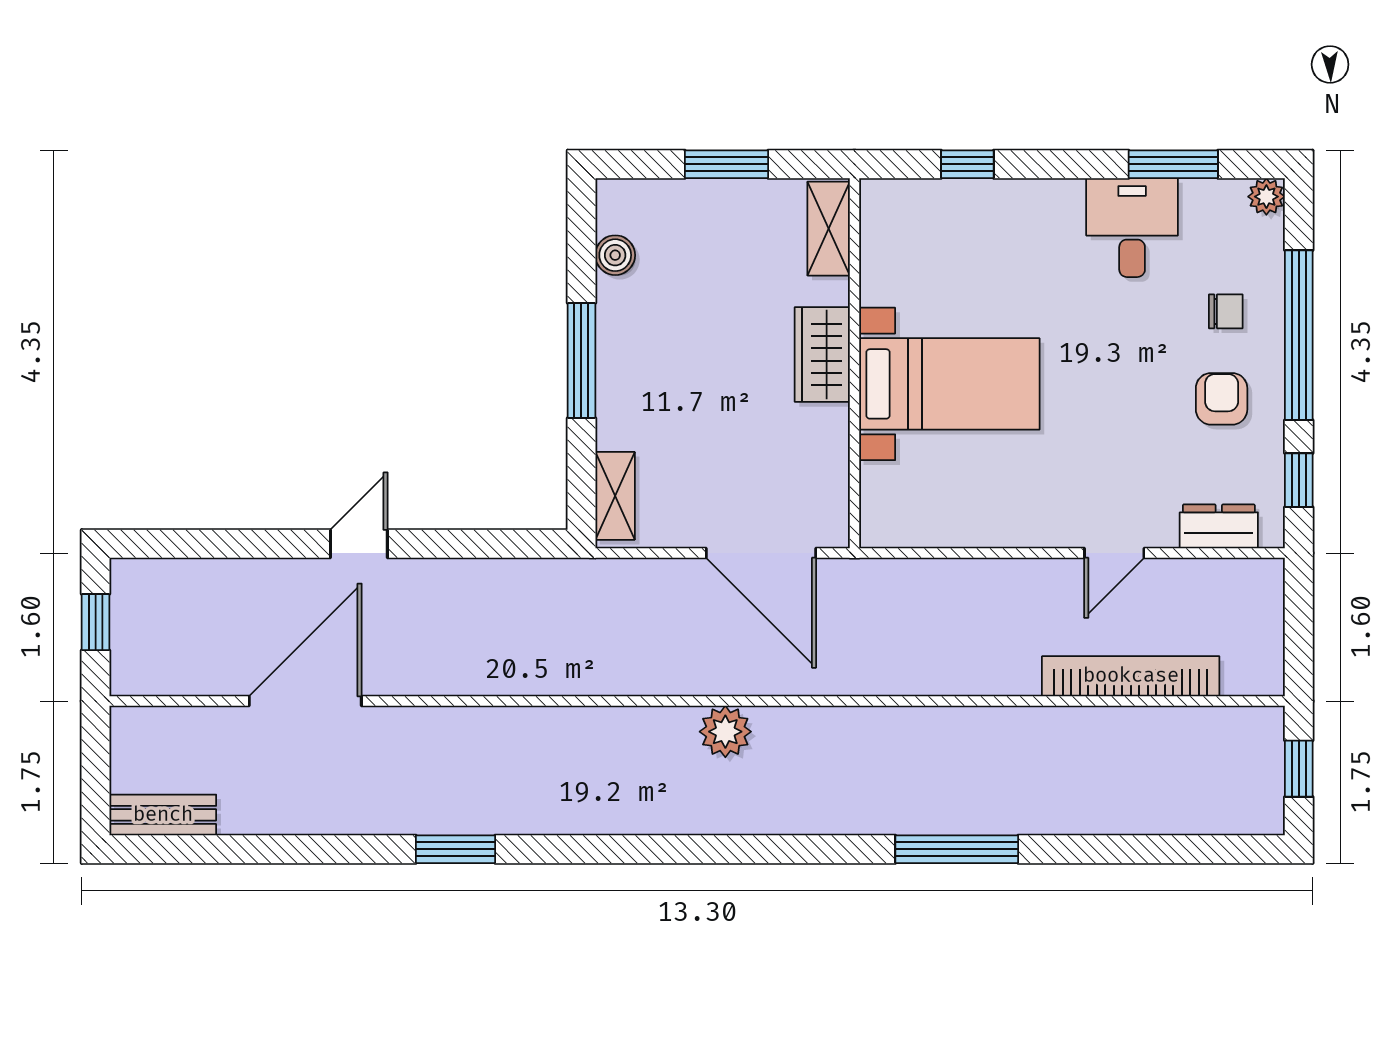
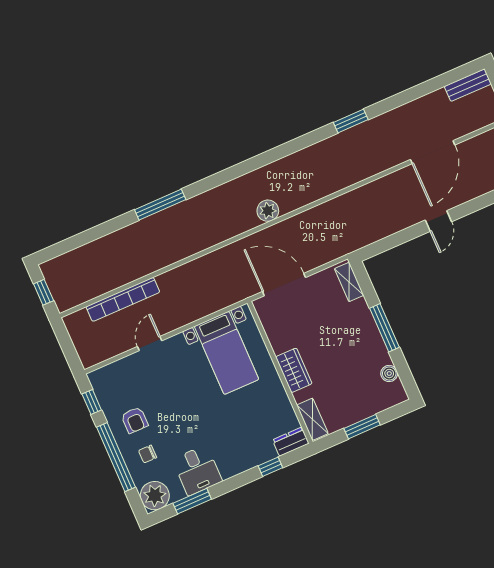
plant: (1266, 197) -> (155, 496), width x1.87, depth x1.87
bed with nightstands: (949, 384) -> (227, 353), moved, turned -90
dresser: (1219, 526) -> (291, 442), moved, turned 180

